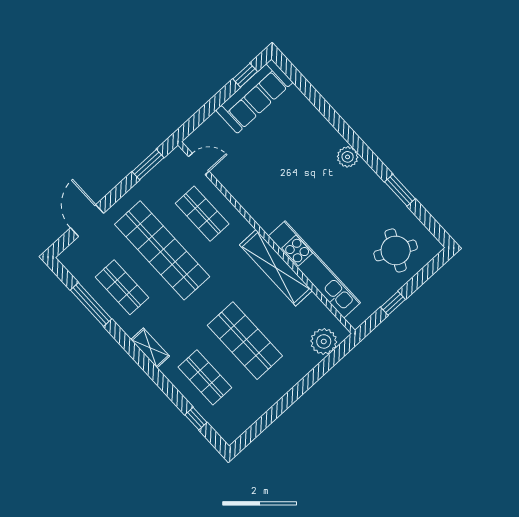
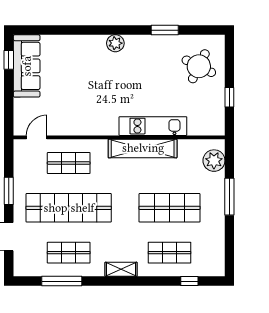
window: (148, 165) -> (9, 191), moved
kitchen unit: (314, 269) -> (153, 126), width x0.73
window: (304, 385) -> (229, 197), added

